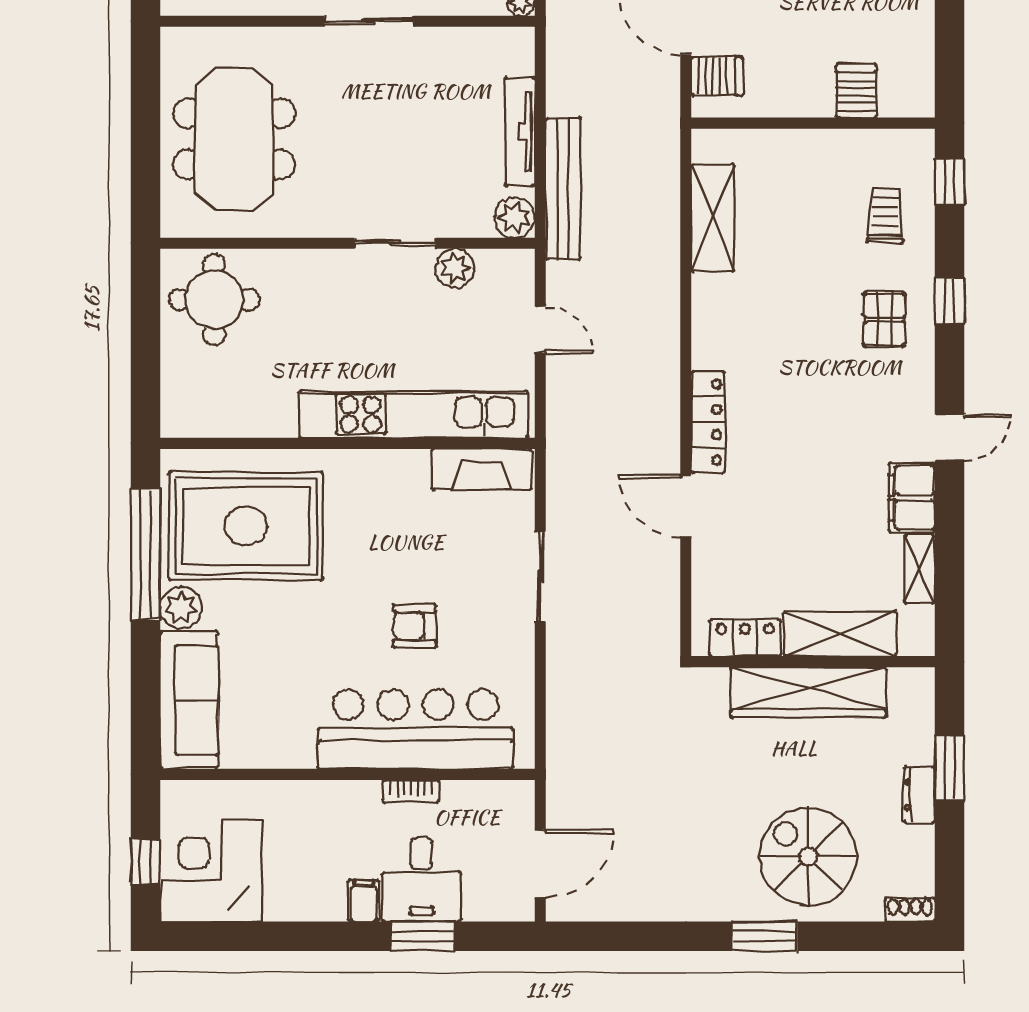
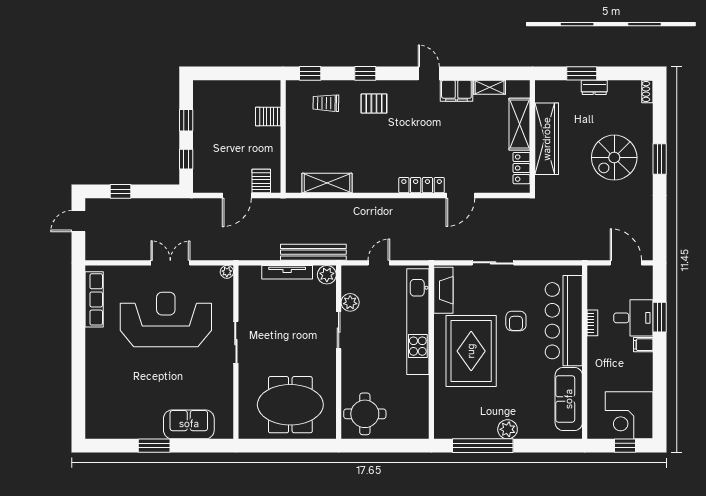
rug: (246, 526) -> (471, 351), moved
sofa: (189, 700) -> (569, 399), moved, turned -90
spiral stairs: (808, 857) -> (614, 158), moved

